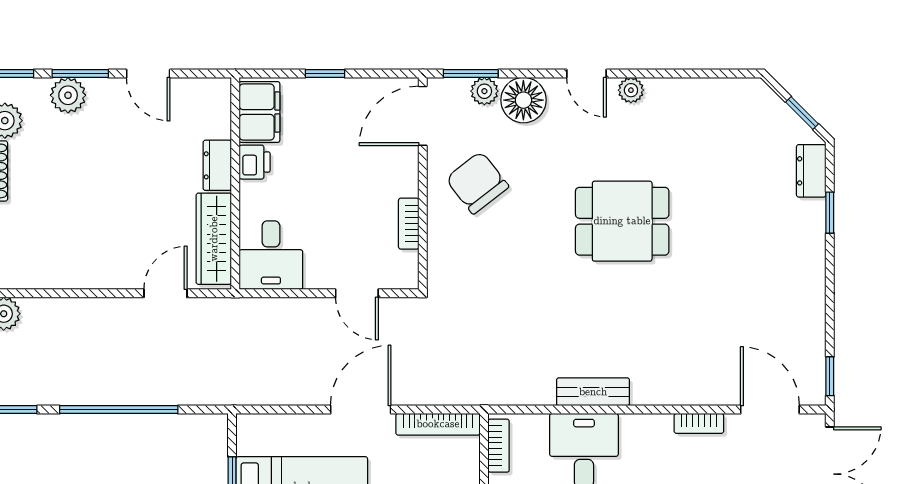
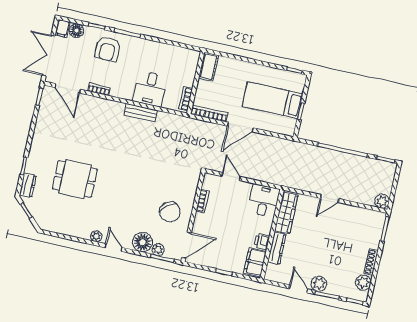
plant: (68, 95) -> (319, 284), moved
dresser: (217, 165) -> (277, 248), width x1.44
dining table: (622, 221) -> (75, 179), moved
door: (165, 293) -> (330, 199), moved

